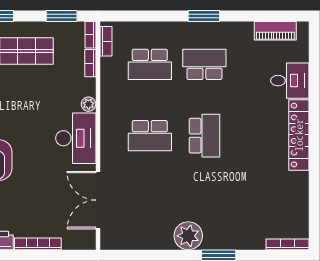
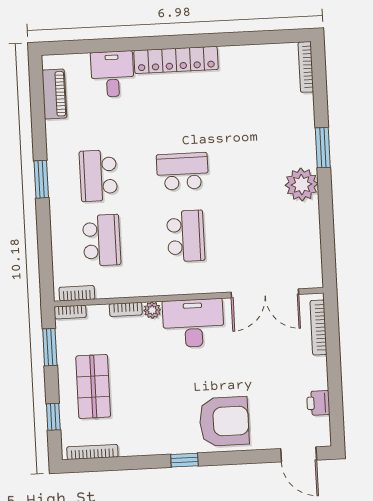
bookcase: (90, 63) -> (126, 309), moved
bookcase: (38, 244) -> (318, 328), moved

